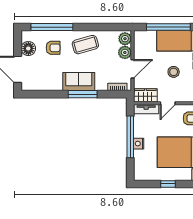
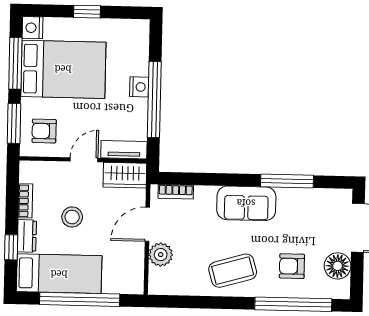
plant: (125, 39) -> (160, 280), removed
window: (83, 94) -> (287, 181), moved

